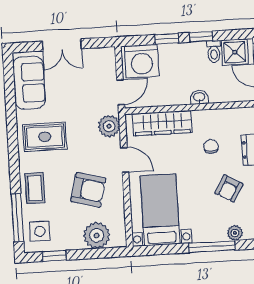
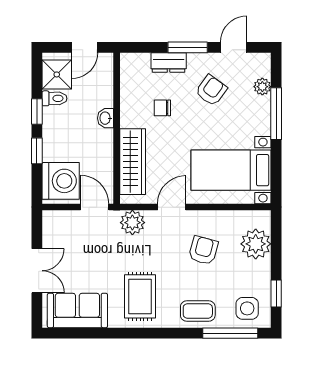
armchair: (229, 188) -> (211, 90), turned -84
armchair: (88, 190) -> (203, 250), width x0.72, depth x0.72

